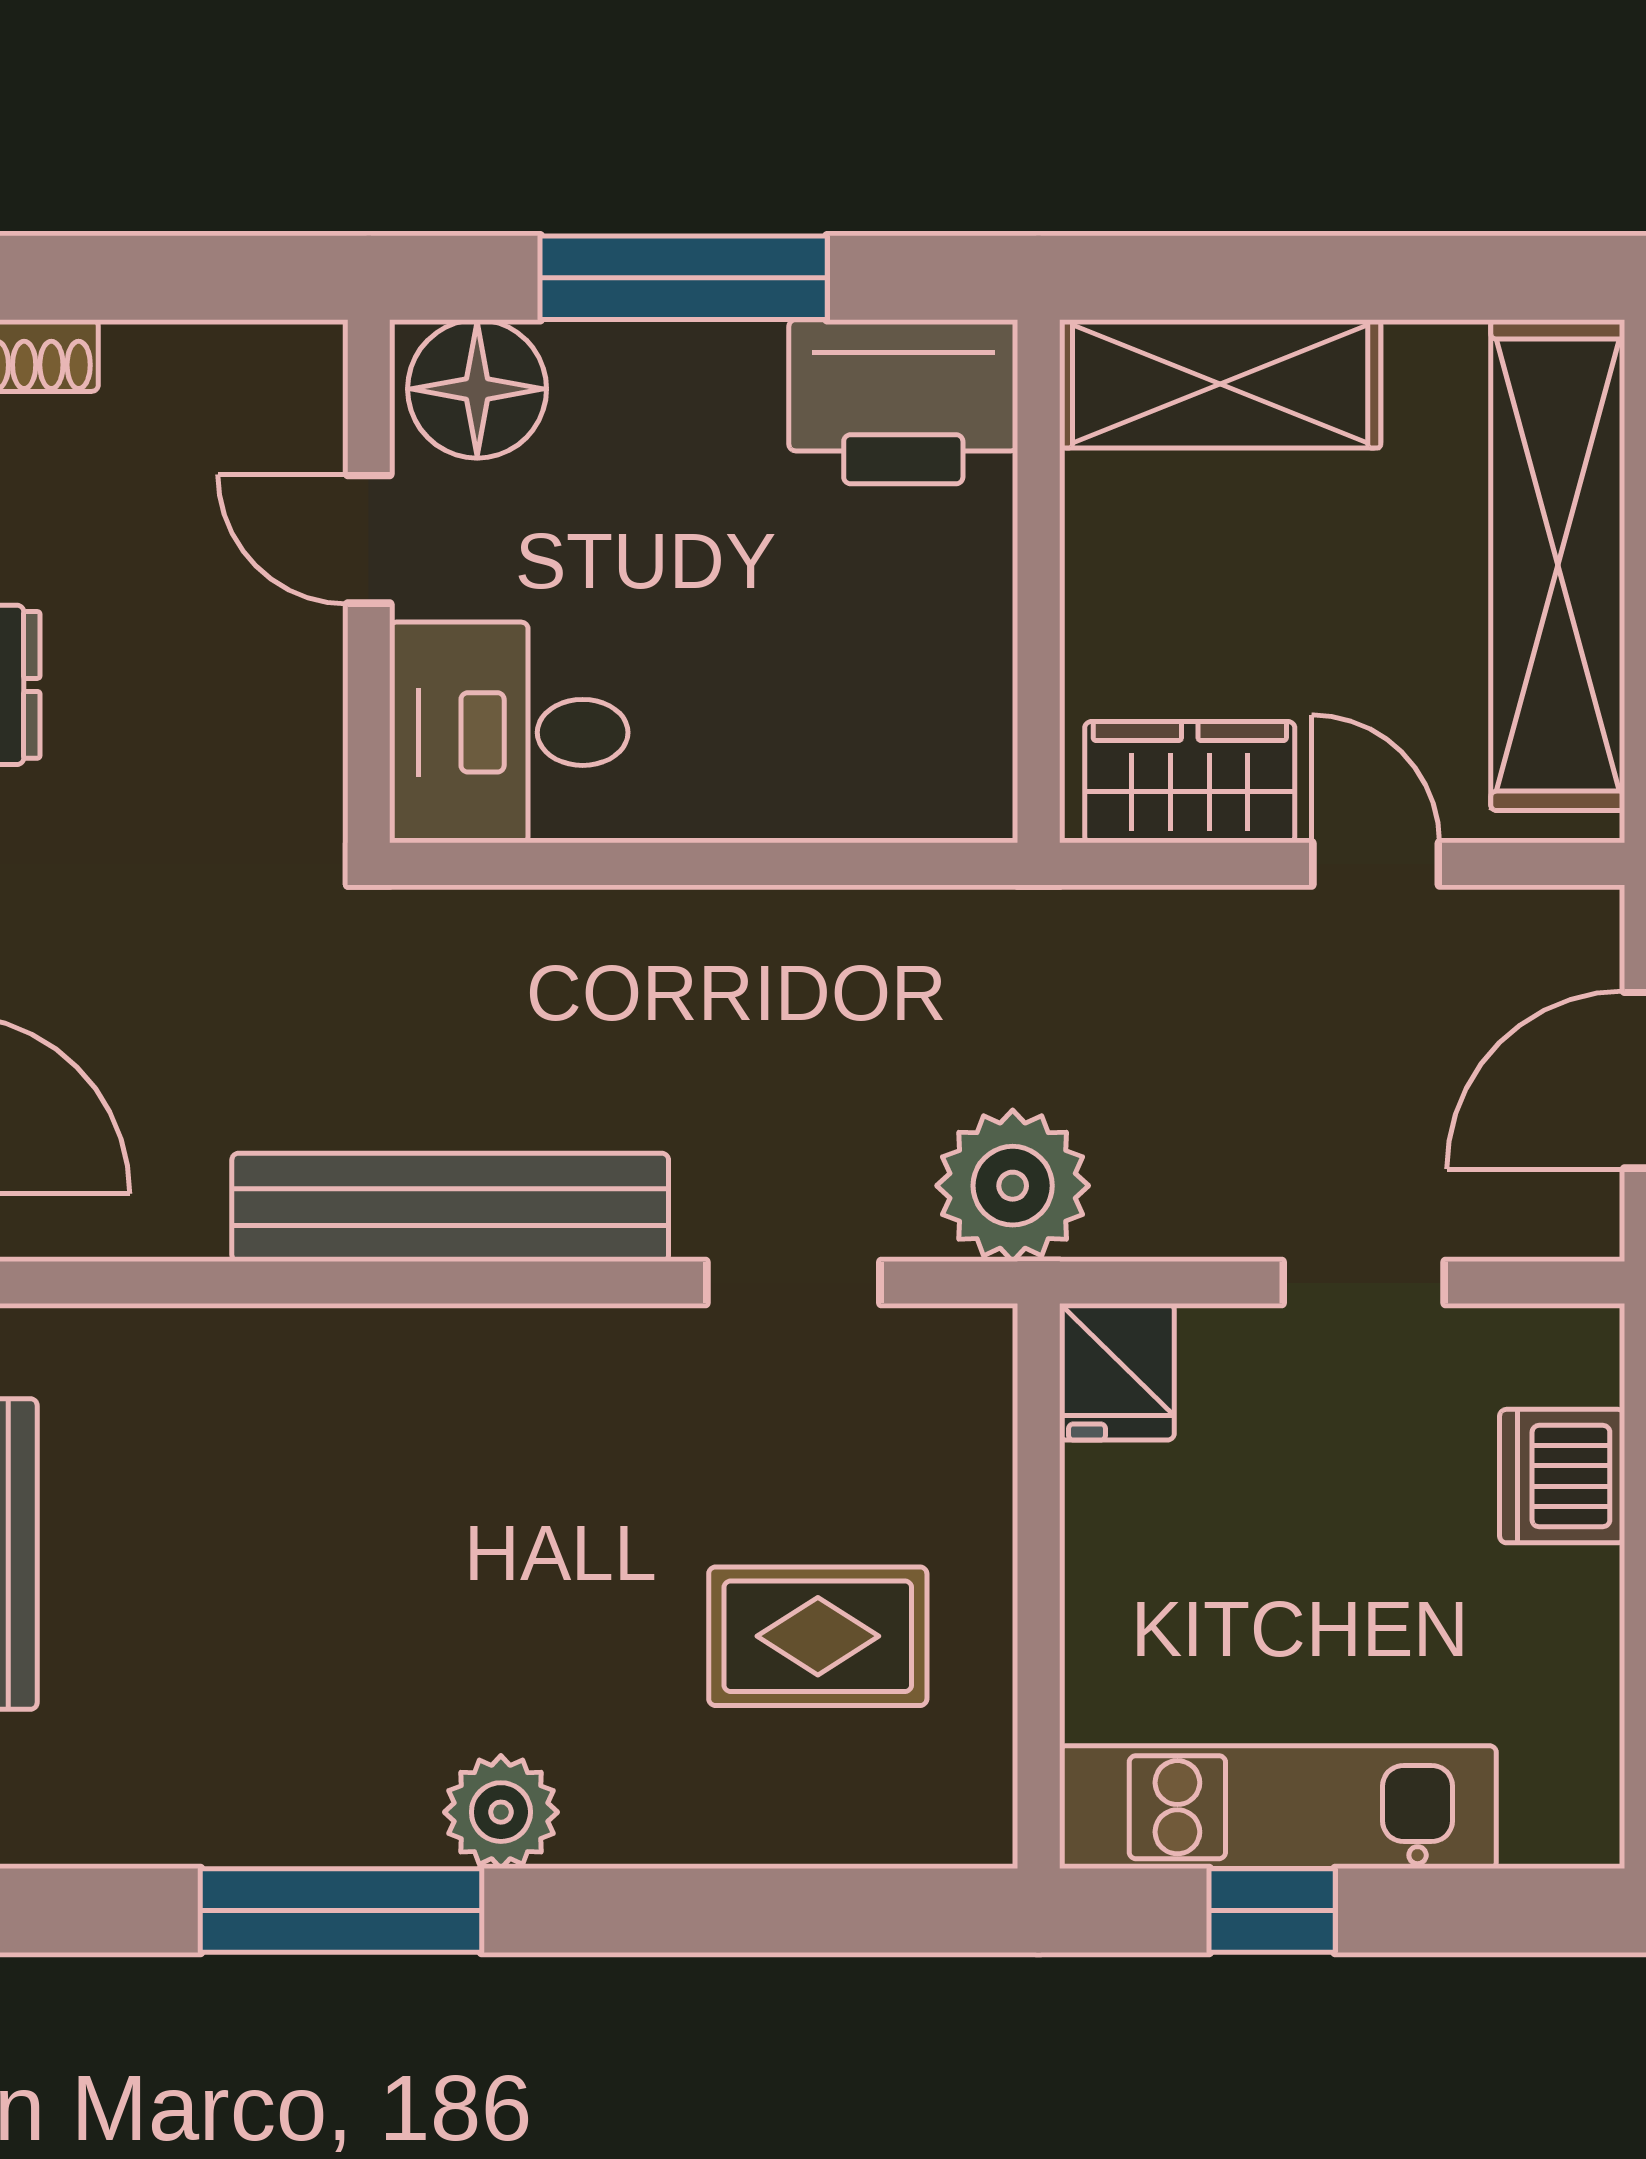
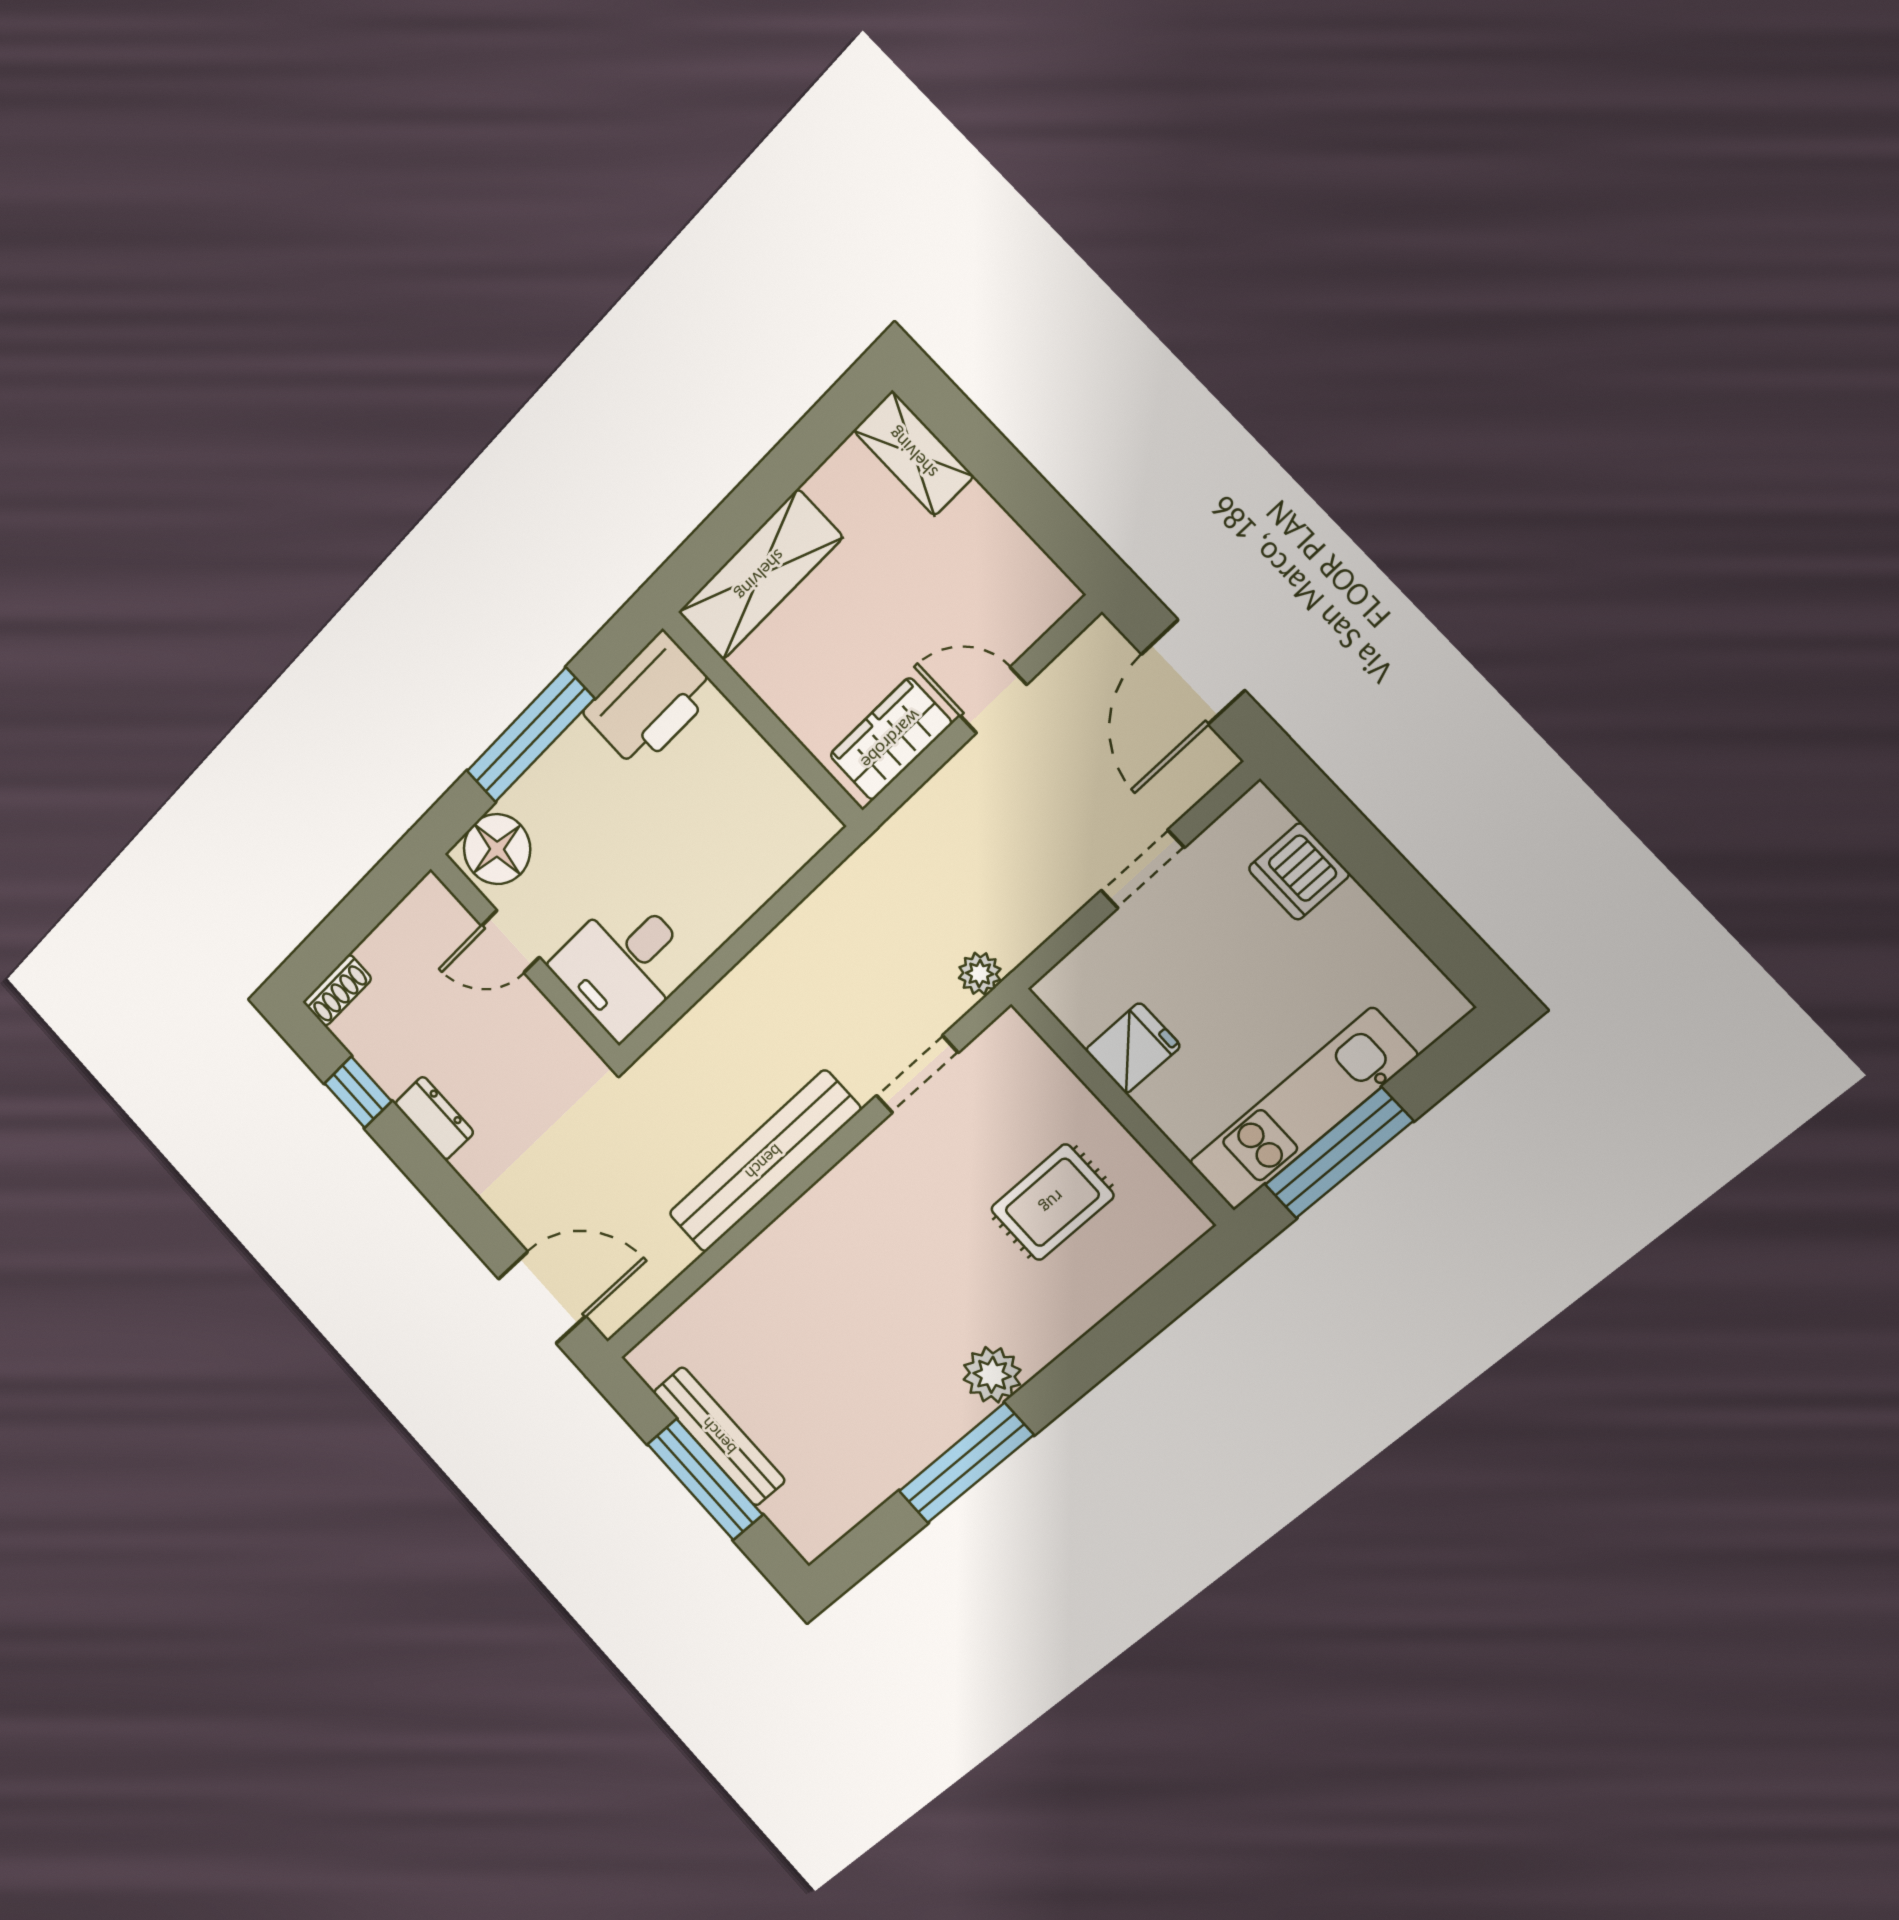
shelving: (1558, 565) -> (913, 453), width x0.45, depth x0.75
plant: (1013, 1186) -> (980, 974), width x0.53, depth x0.53
fridge: (1117, 1372) -> (1133, 1048), moved, turned -90
window: (1272, 1911) -> (1339, 1153), width x2.17

